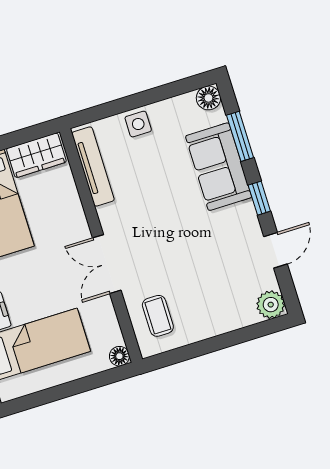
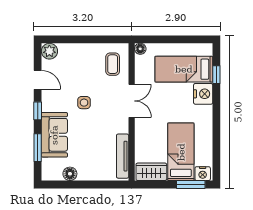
floor lamp: (208, 98) -> (70, 174), moved
side table: (138, 124) -> (84, 103), moved
door: (276, 250) -> (38, 80), swing flipped

